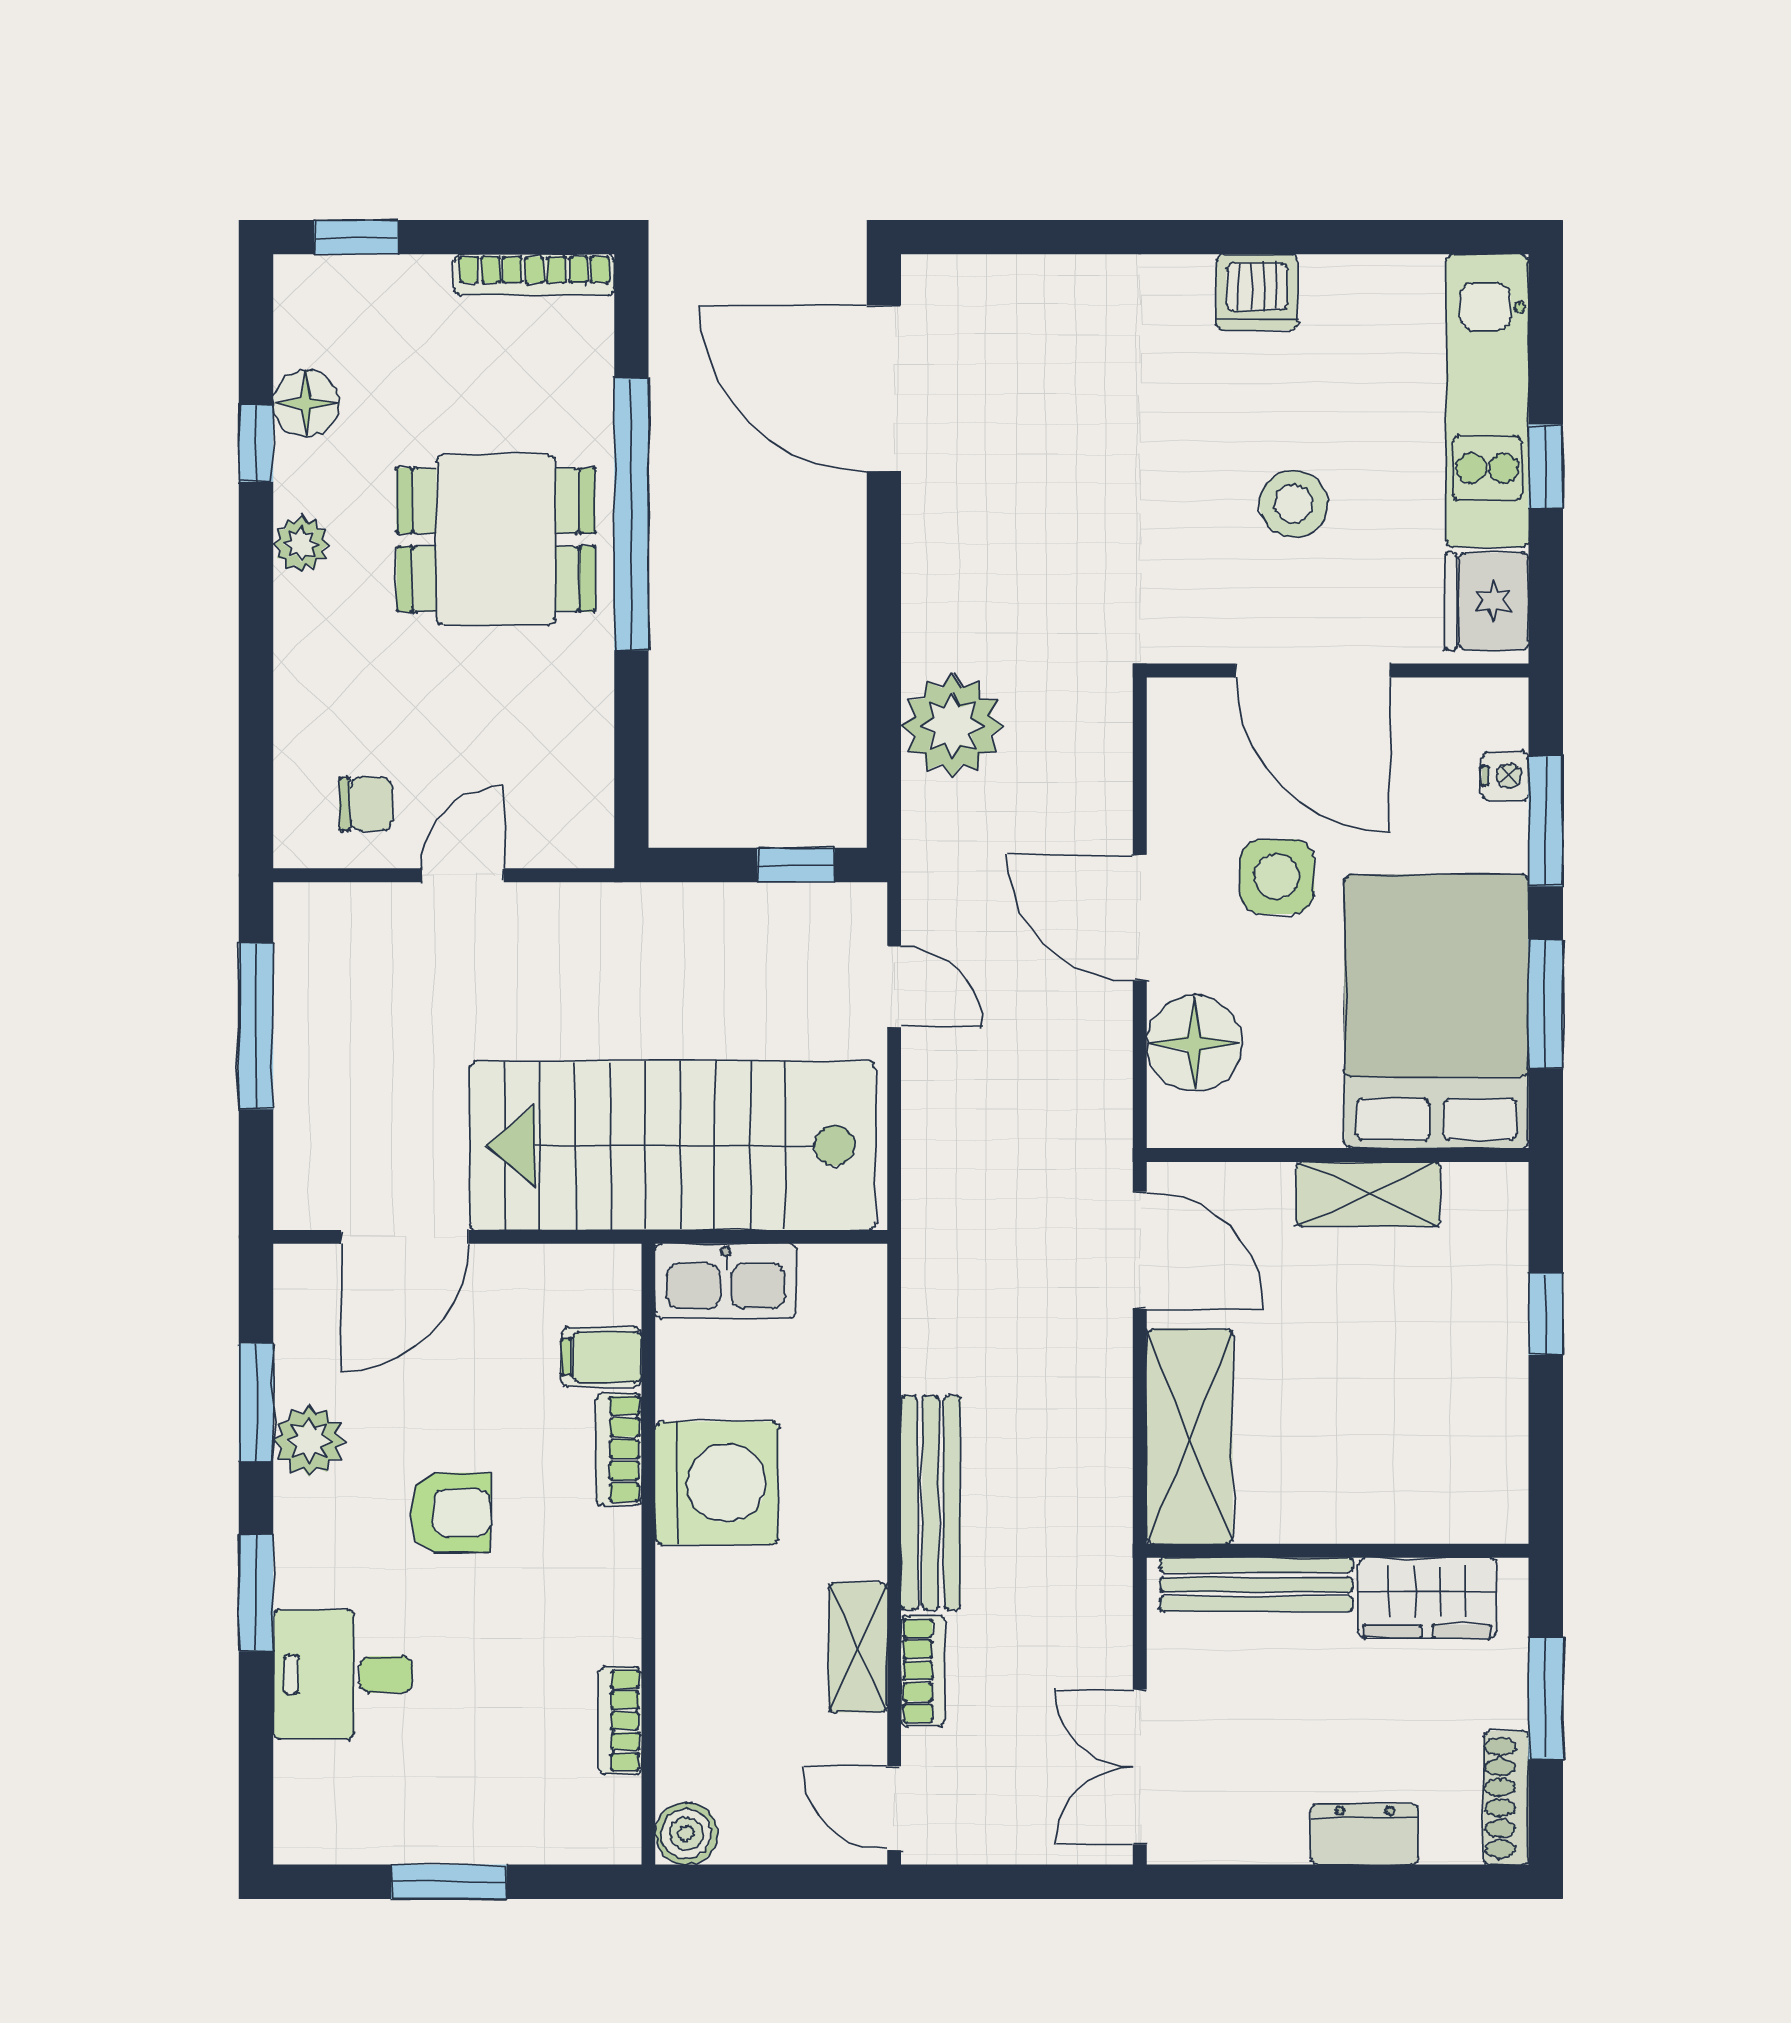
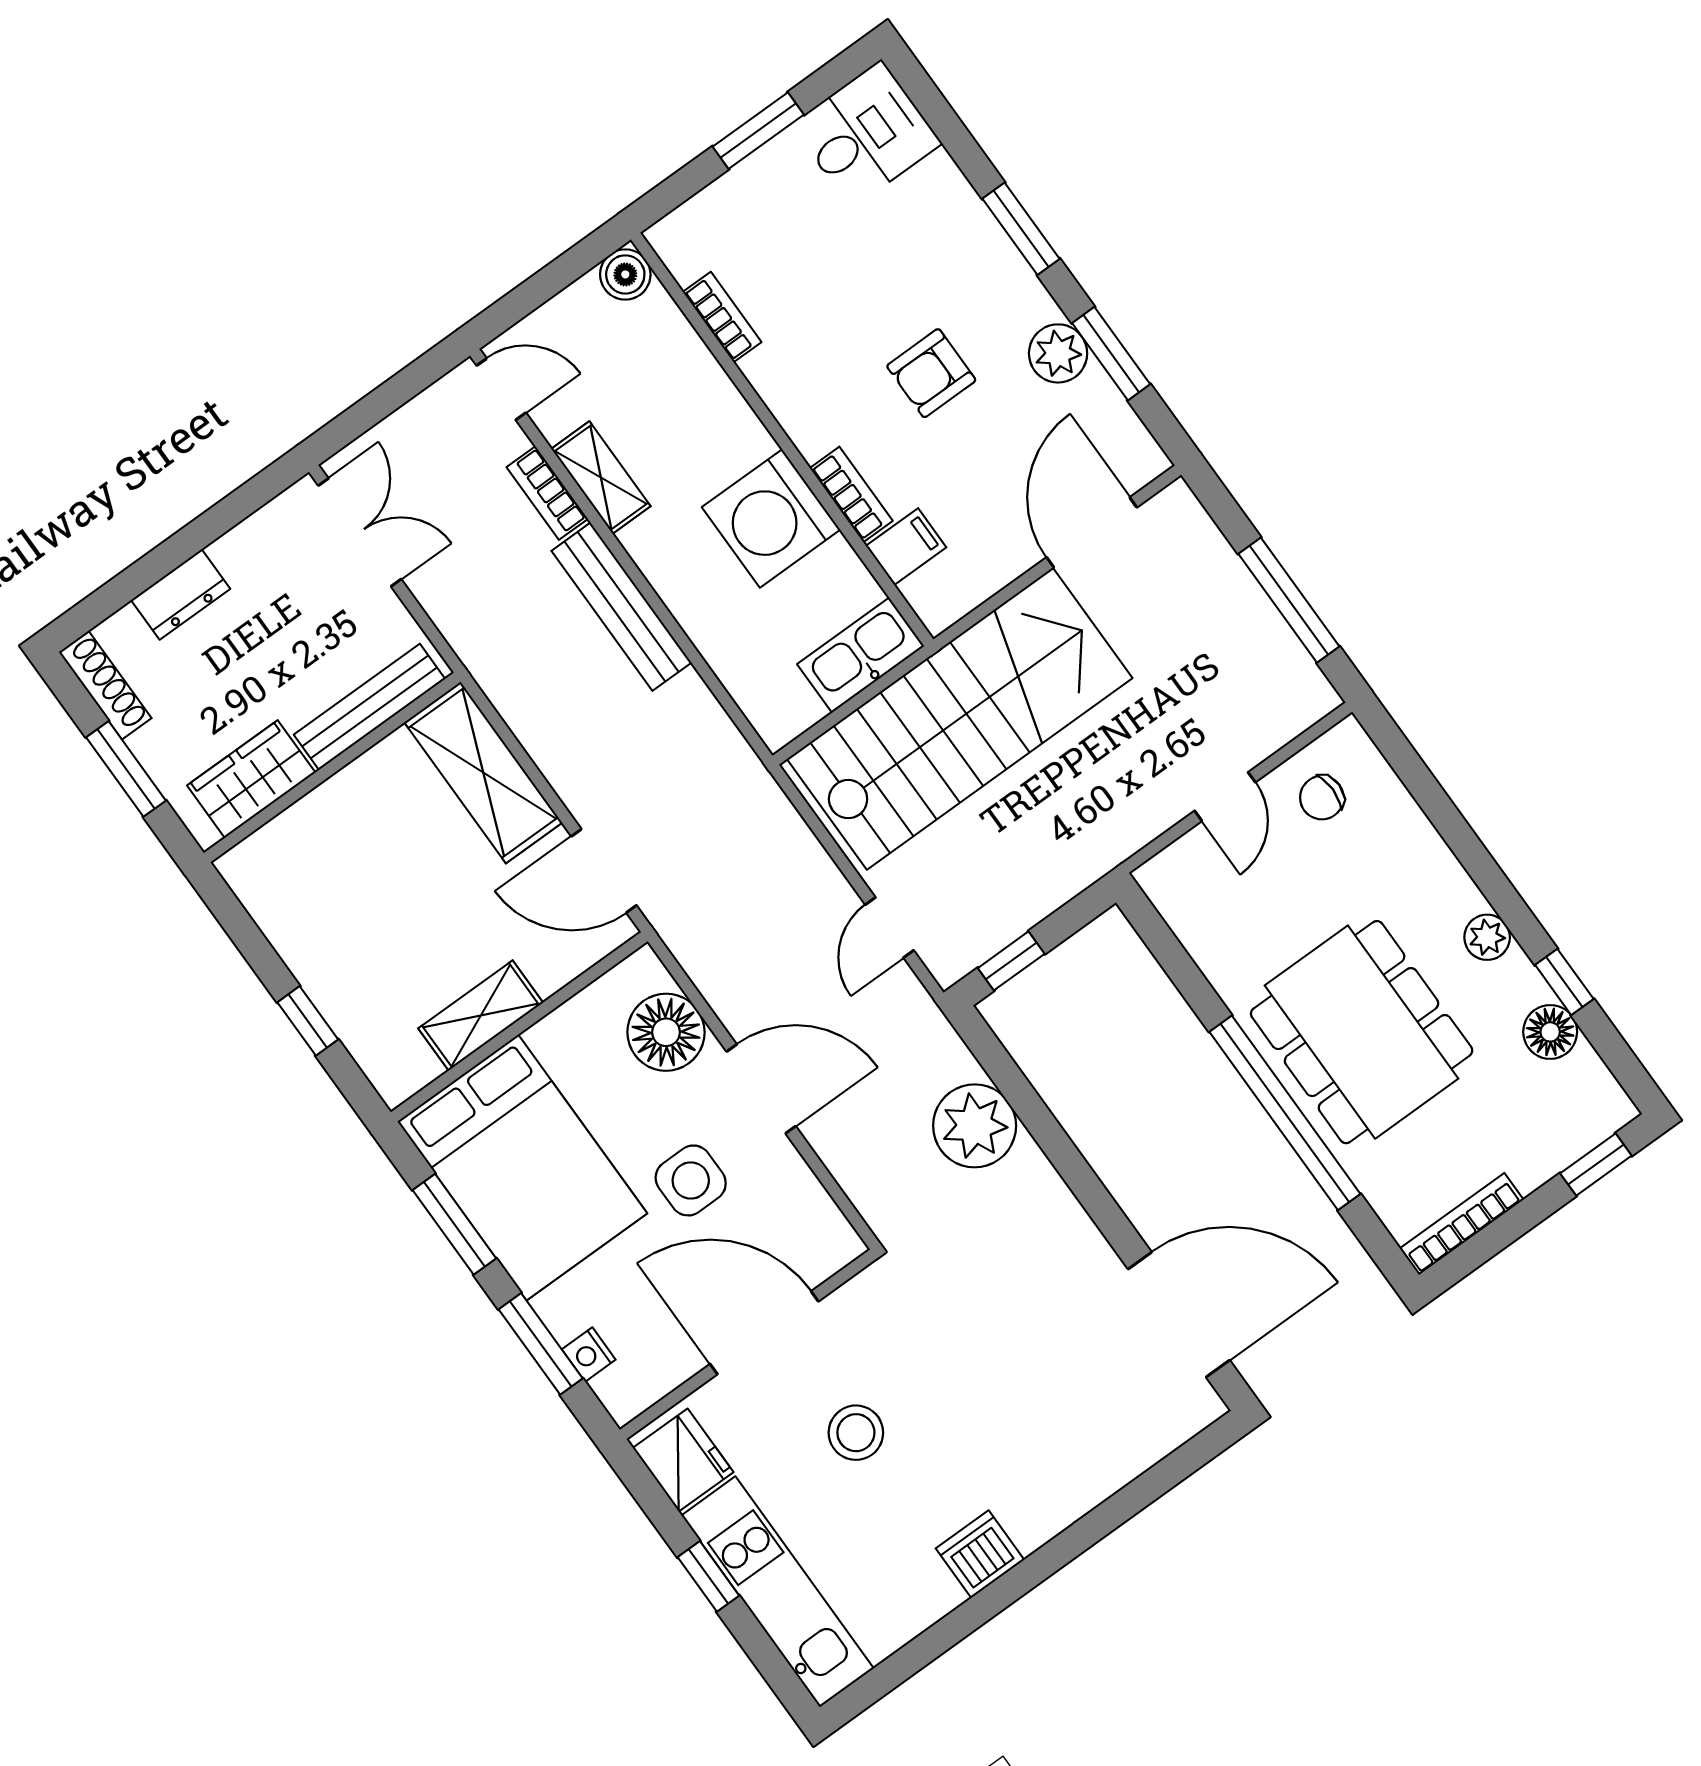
dining table: (496, 540) -> (1362, 1032), width x1.38
door: (894, 987) -> (889, 928), hinge flipped
desk: (343, 1674) -> (866, 134), moved

